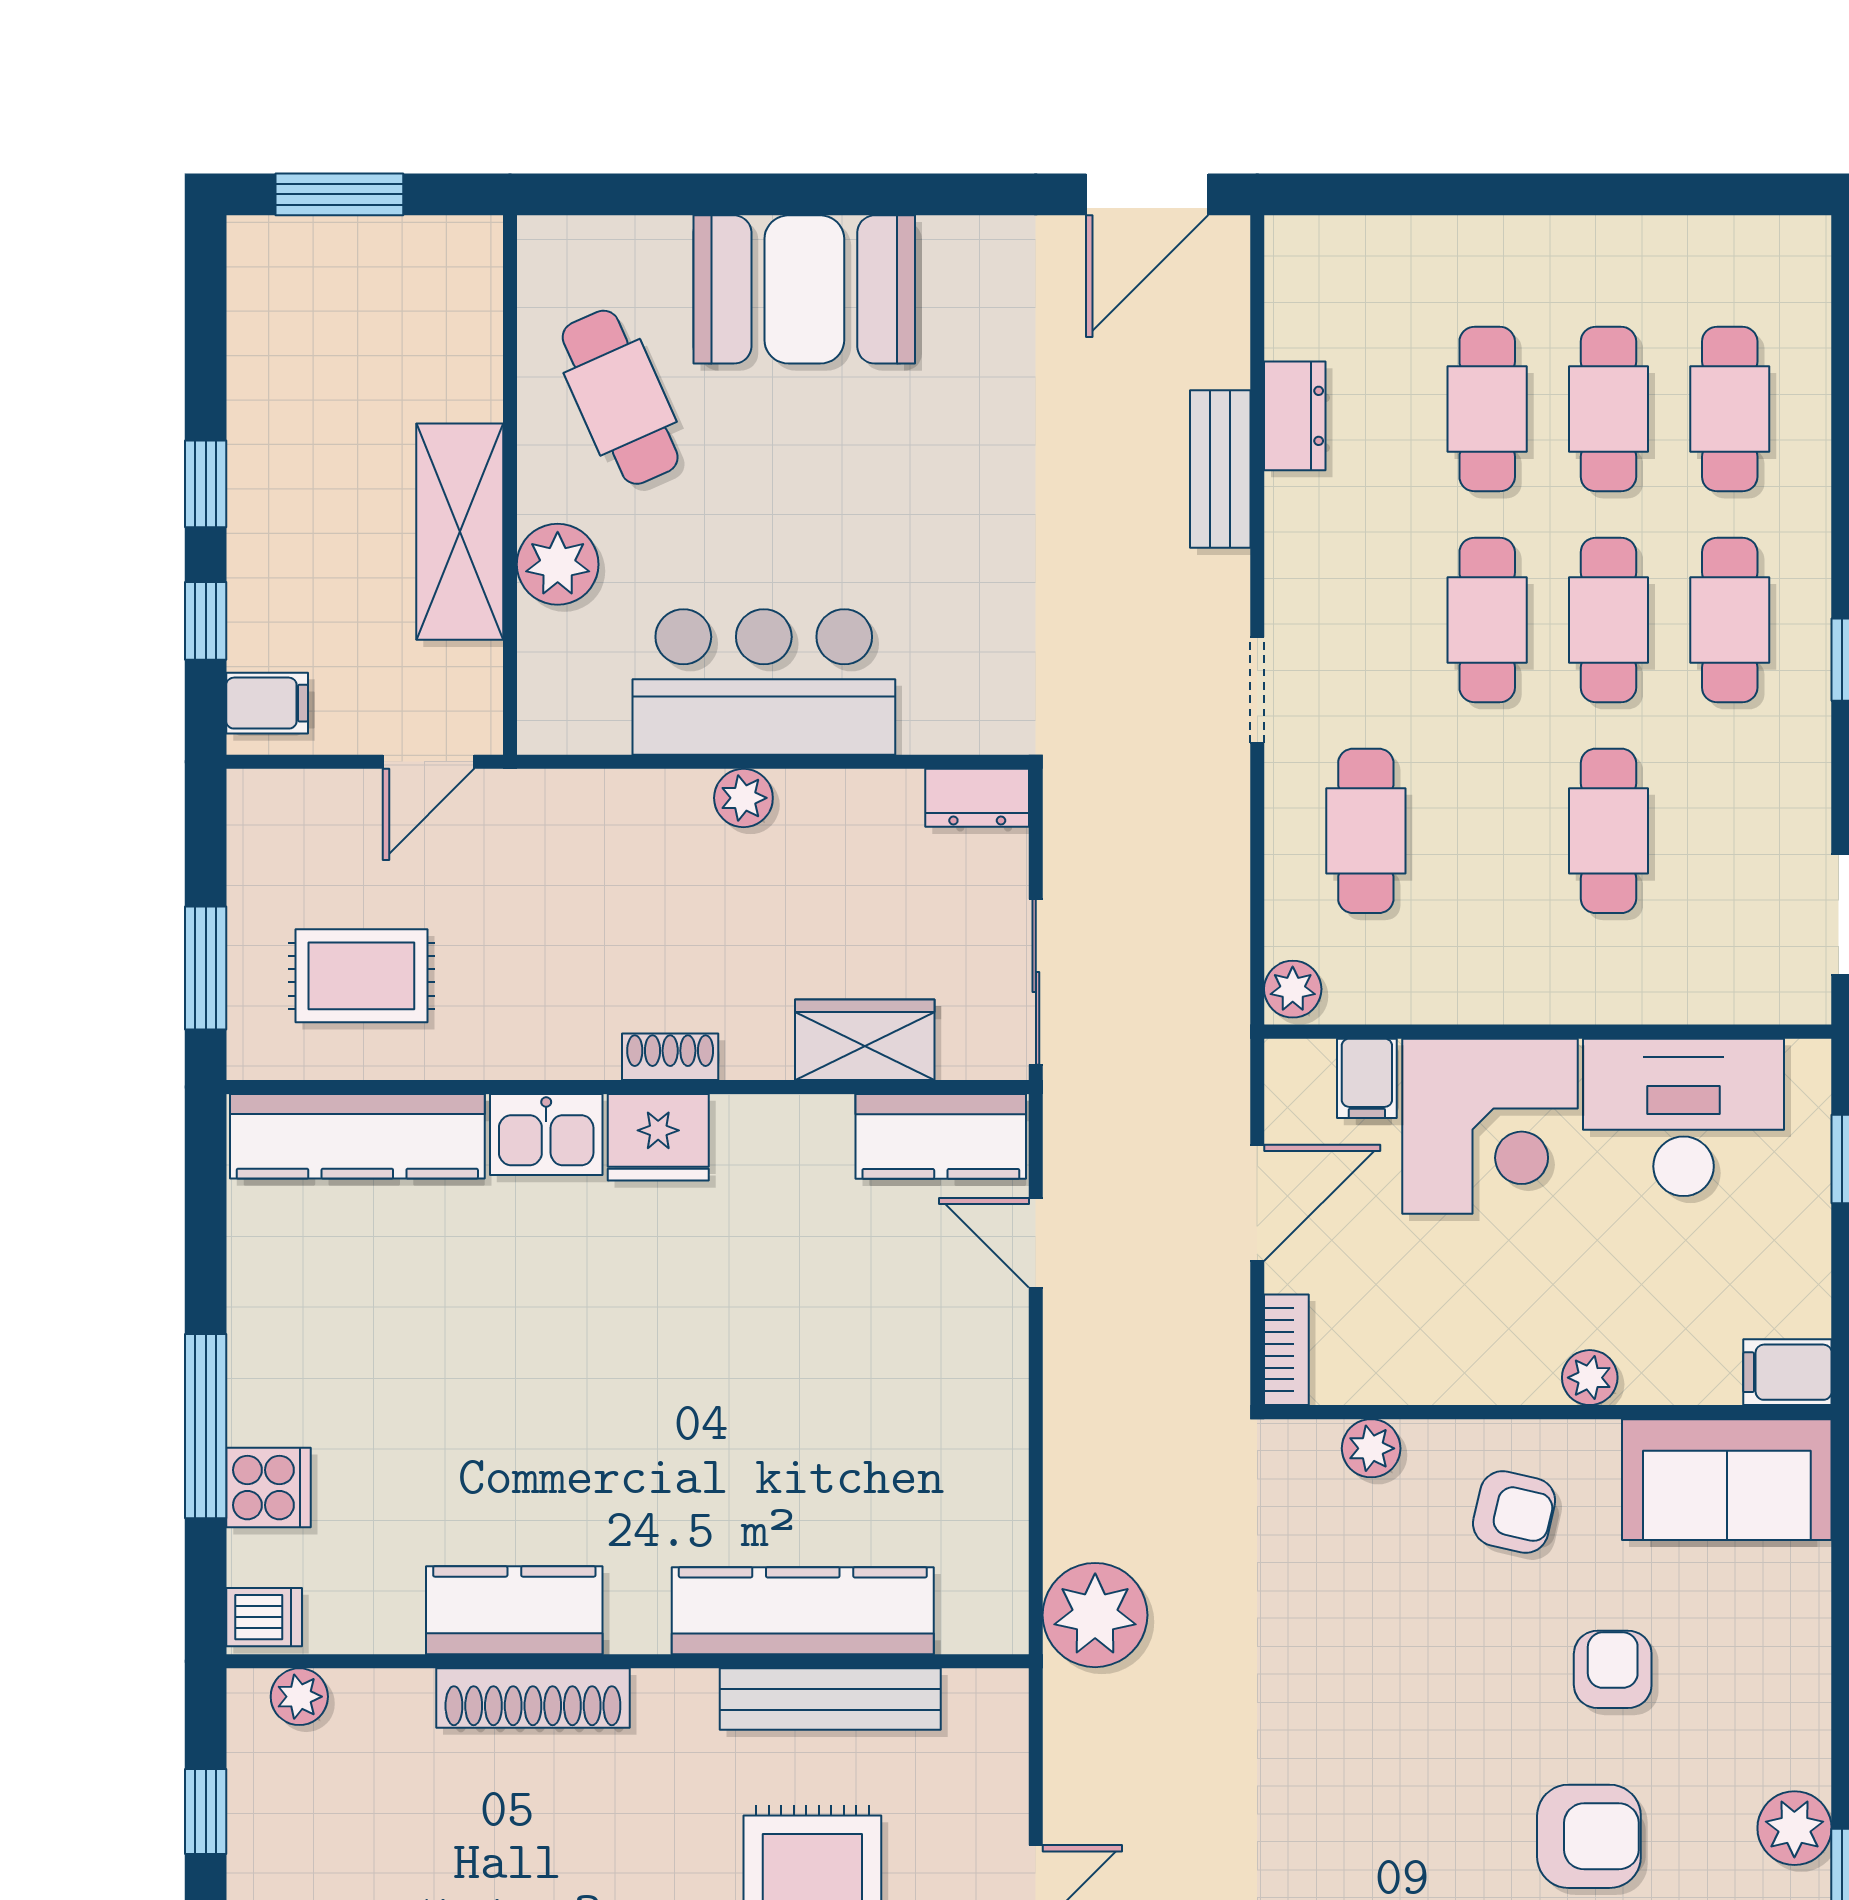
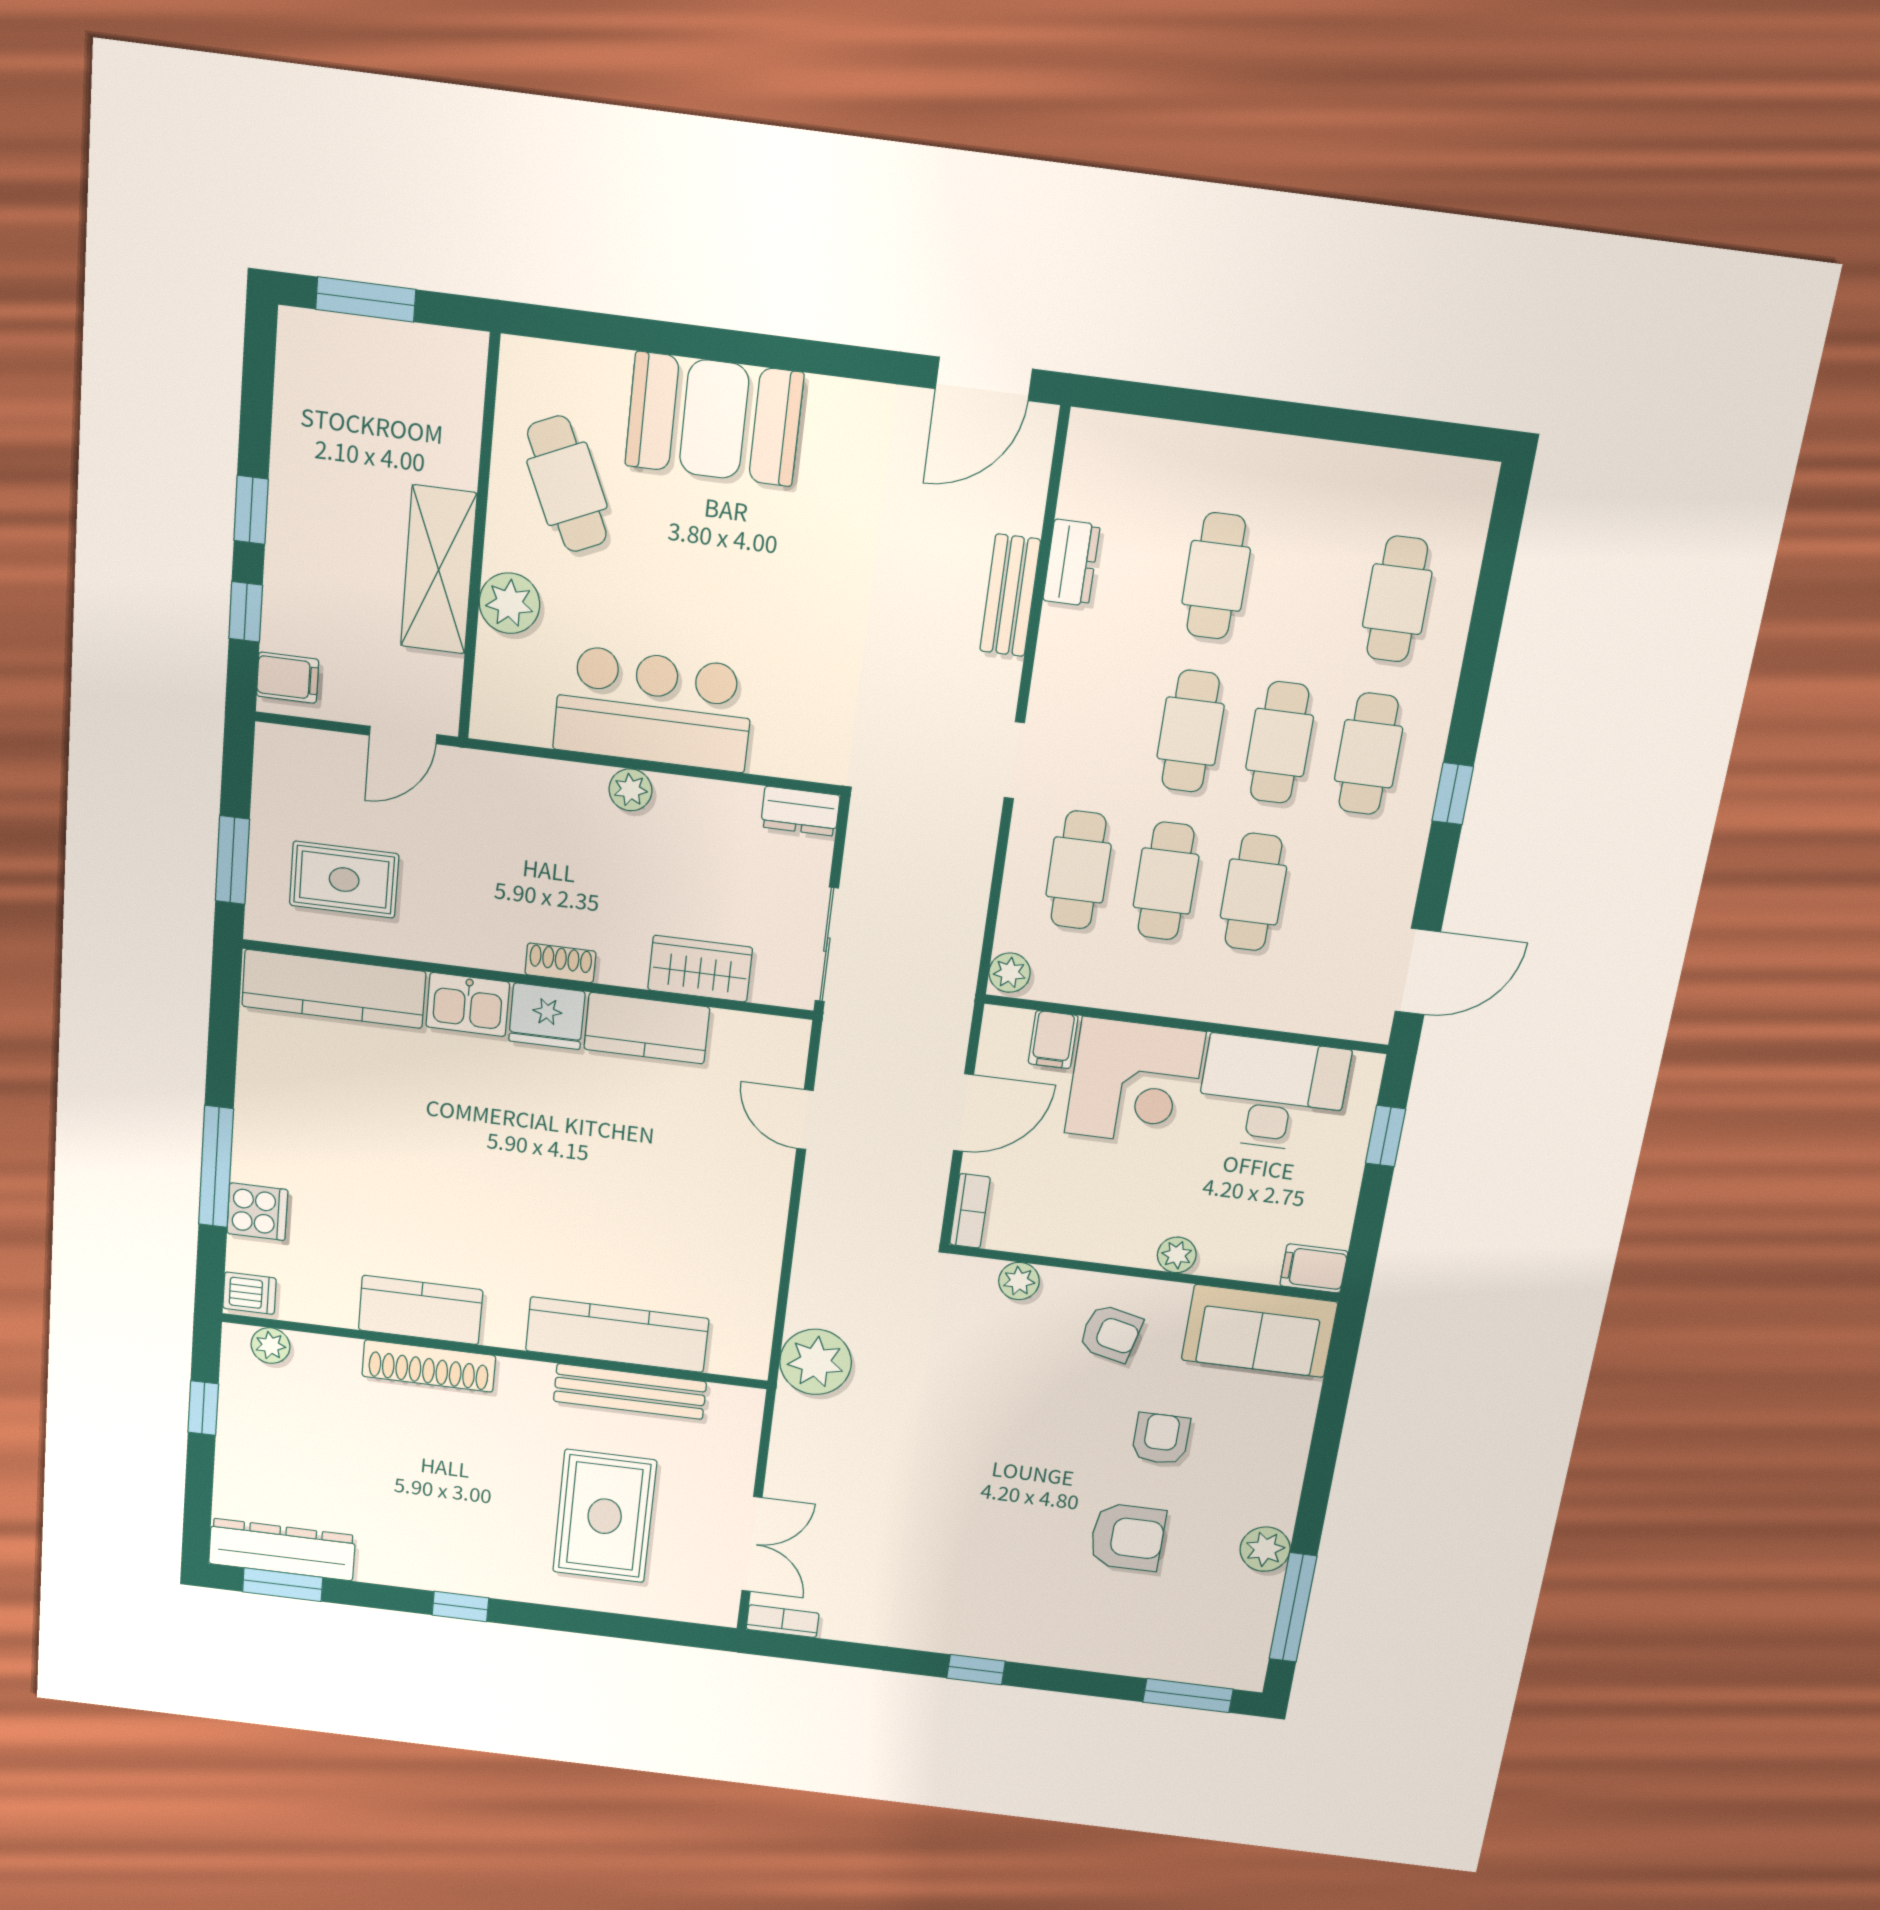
cafe table: (1608, 409) -> (1166, 881), moved
kitchen counter: (941, 1136) -> (647, 1028), moved

